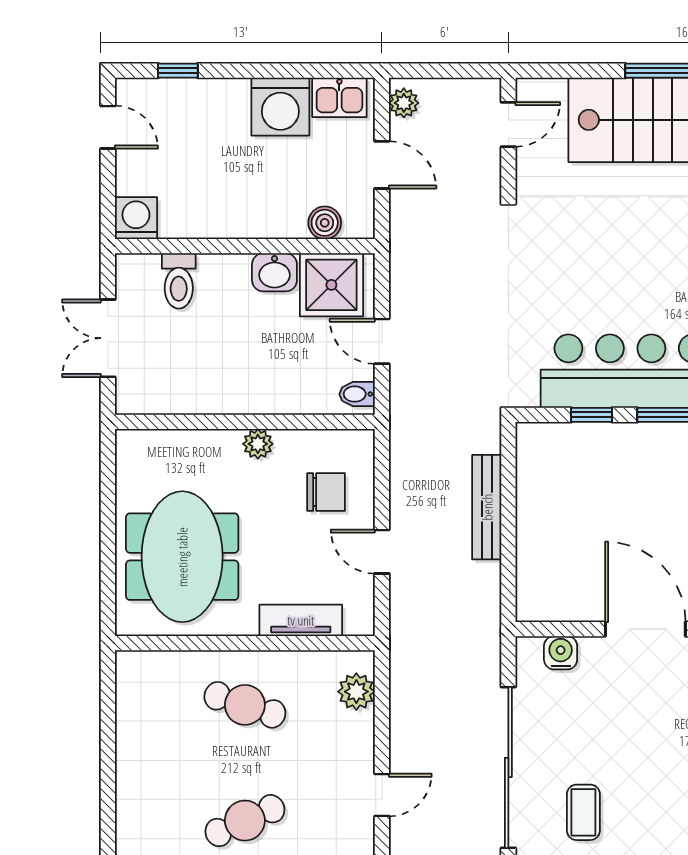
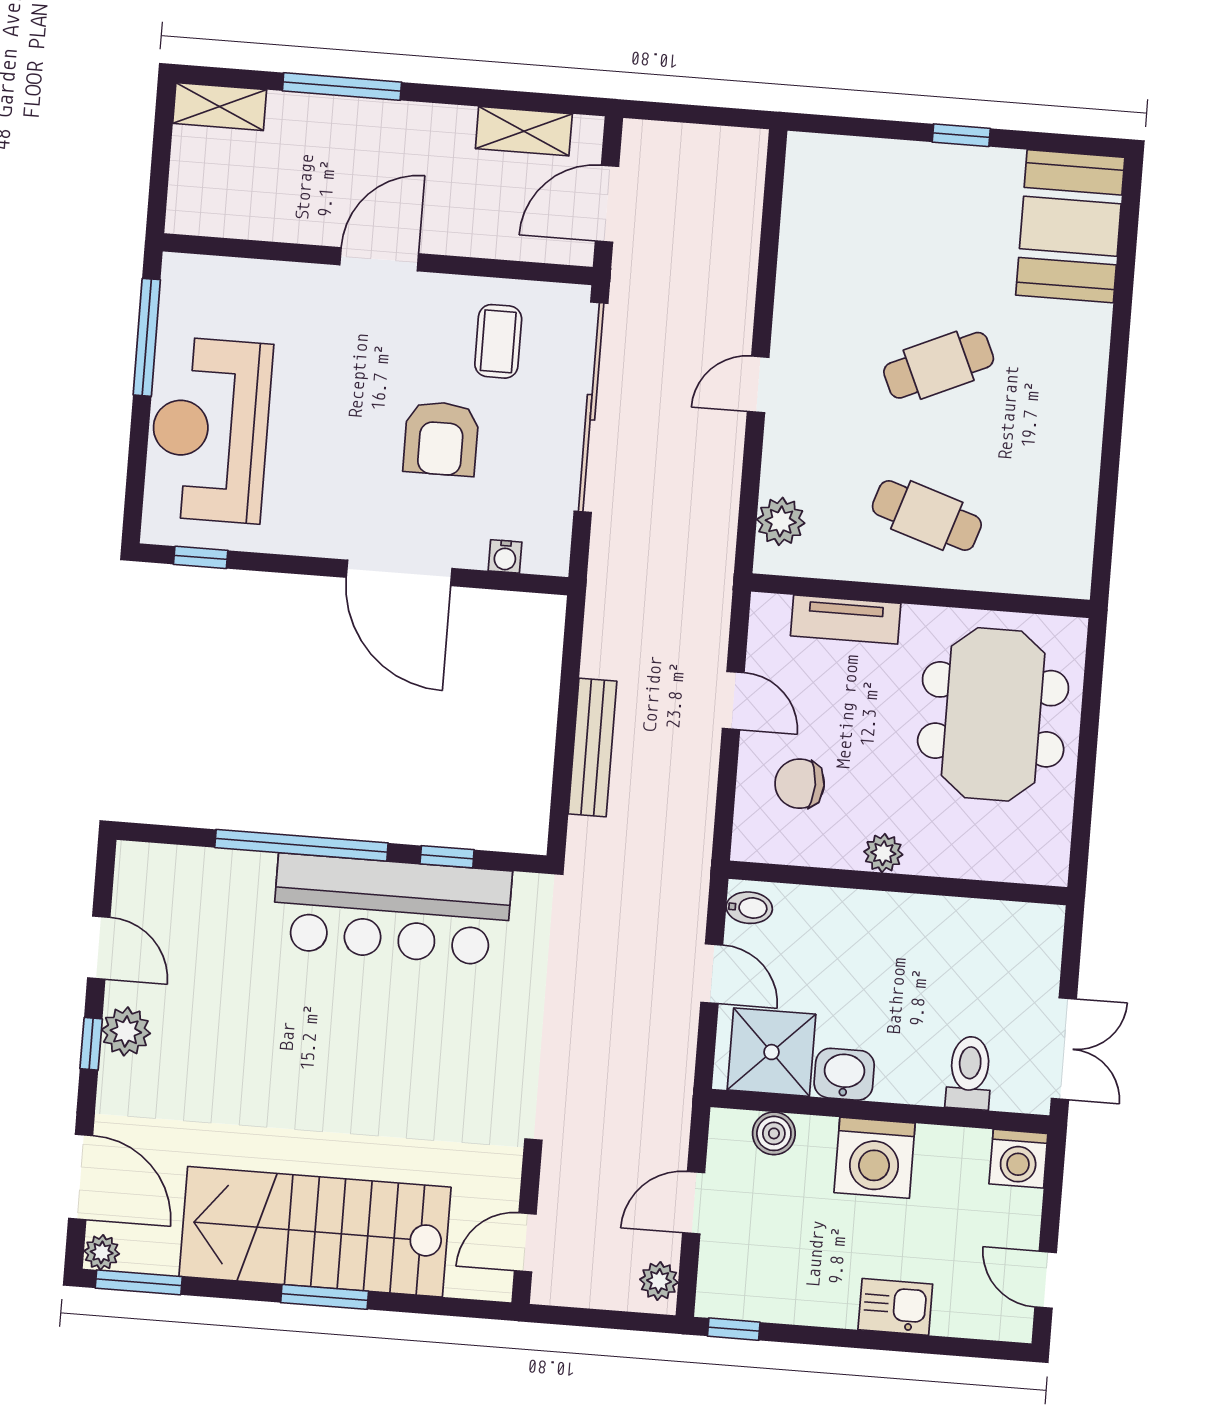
window: (178, 71) -> (734, 1329), moved
kitchen sink: (339, 97) -> (895, 1307), moved
washing machine: (280, 107) -> (875, 1158), moved, turned 180
door: (382, 165) -> (694, 1203), hinge flipped
double door: (108, 338) -> (1064, 1049), moved
water cooler: (561, 653) -> (505, 556), width x0.72, depth x0.72
armchair: (621, 735) -> (441, 438), added

